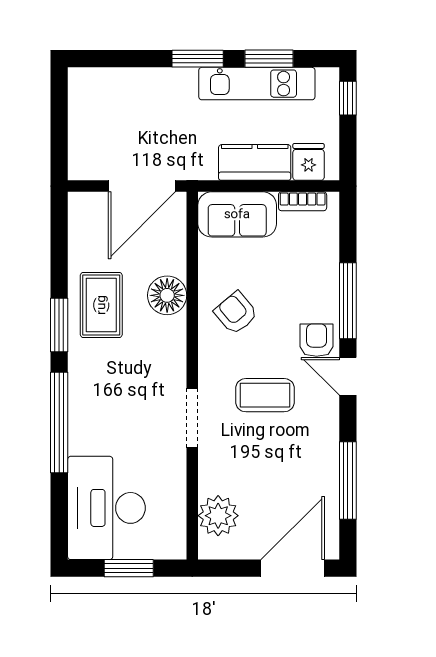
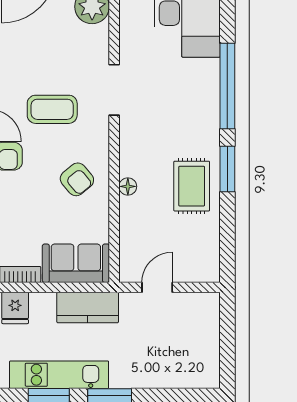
kitchen counter: (255, 162) -> (88, 308), moved
door: (142, 186) -> (157, 287), width x0.53
floor lamp: (167, 295) -> (128, 186), width x0.53, depth x0.53

